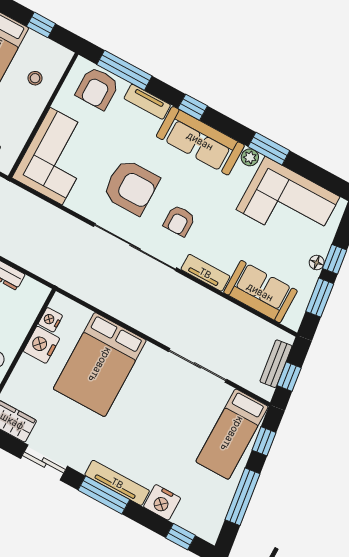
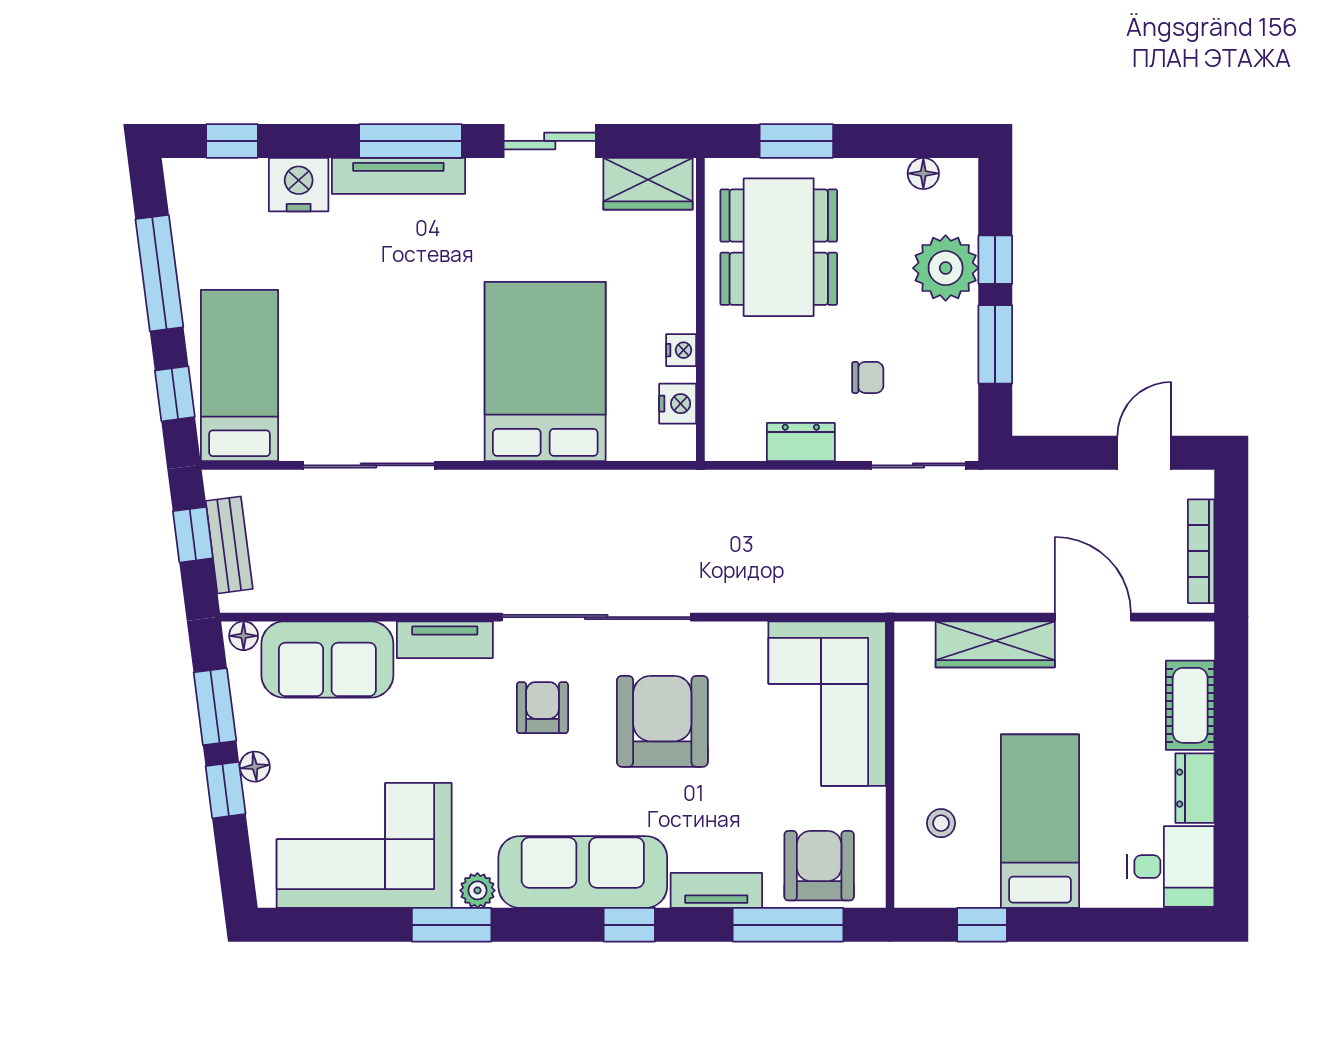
armchair: (131, 187) -> (662, 721), turned 90
floor lamp: (291, 321) -> (244, 636), added
nightstand: (41, 345) -> (681, 350), width x0.53, depth x0.56

